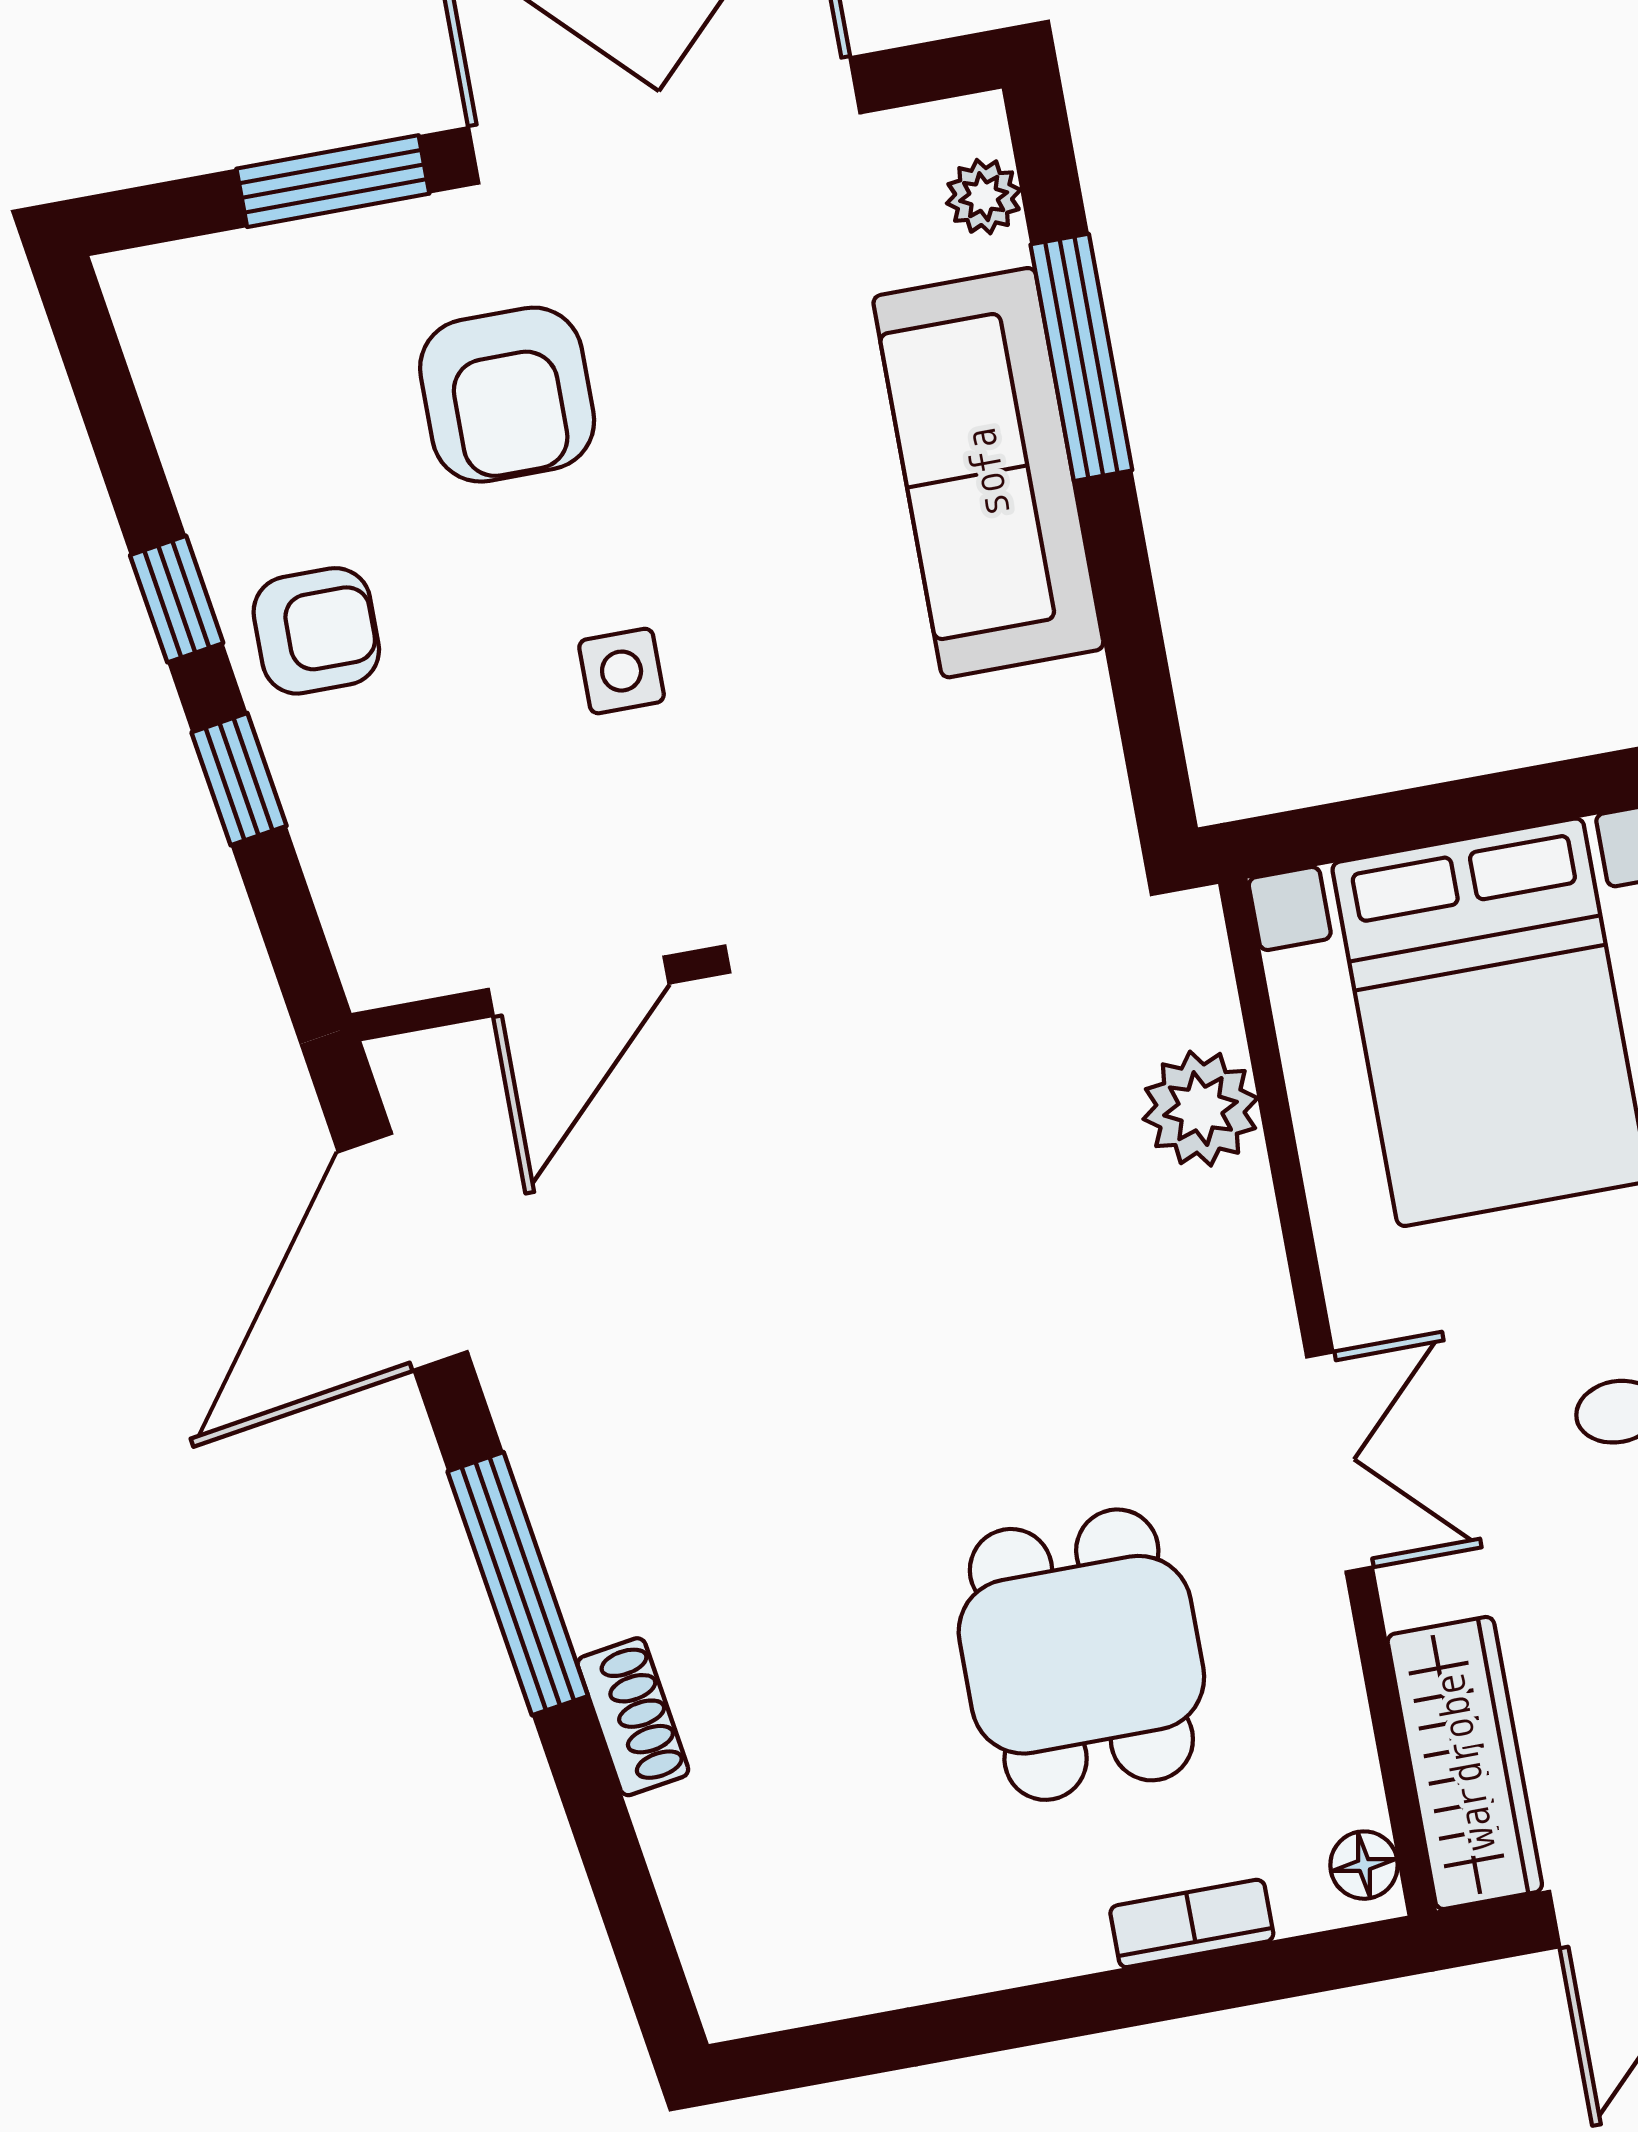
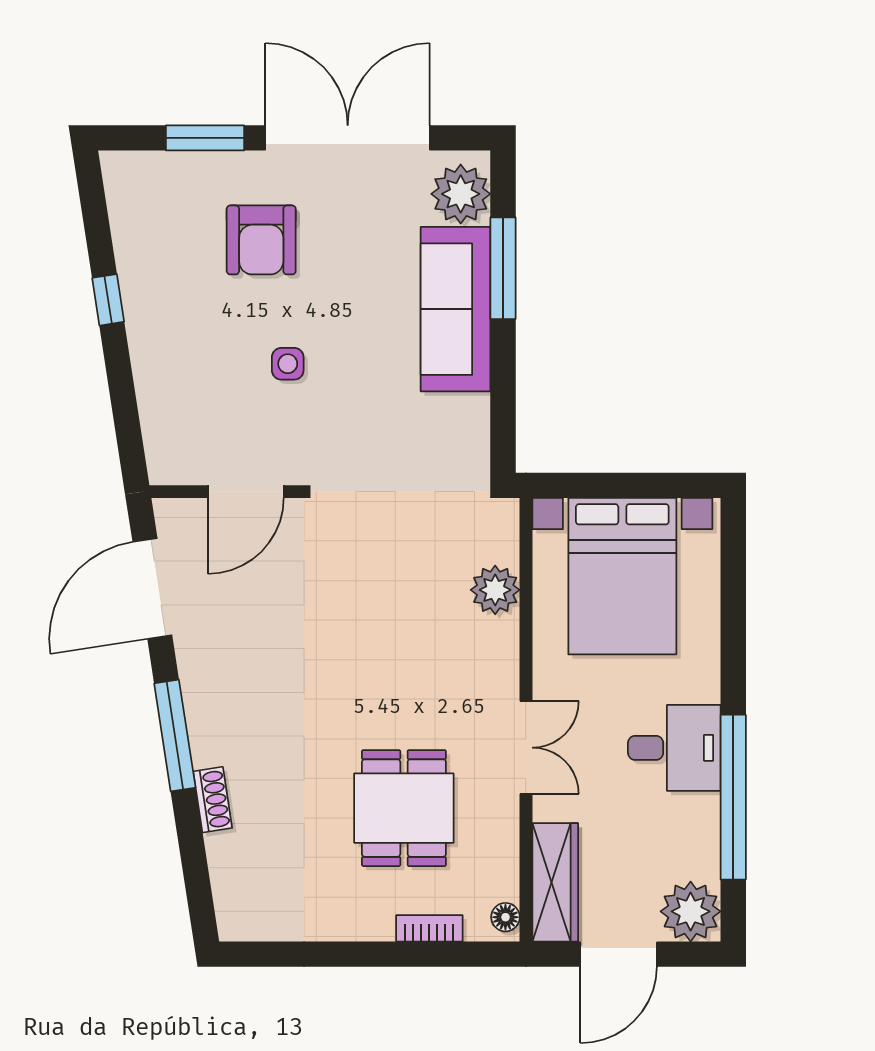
plant: (984, 197) -> (461, 194), width x1.88, depth x1.88
armchair: (316, 631) -> (164, 324), removed
window: (239, 779) -> (120, 379), removed

